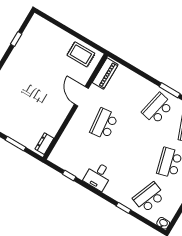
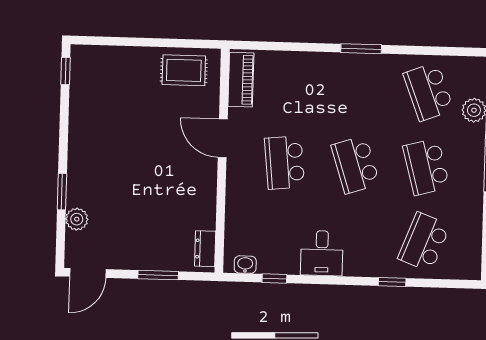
window: (16, 39) -> (65, 71), moved
school desk: (157, 109) -> (355, 165), moved, turned -30
washbasin: (163, 223) -> (245, 265), moved

